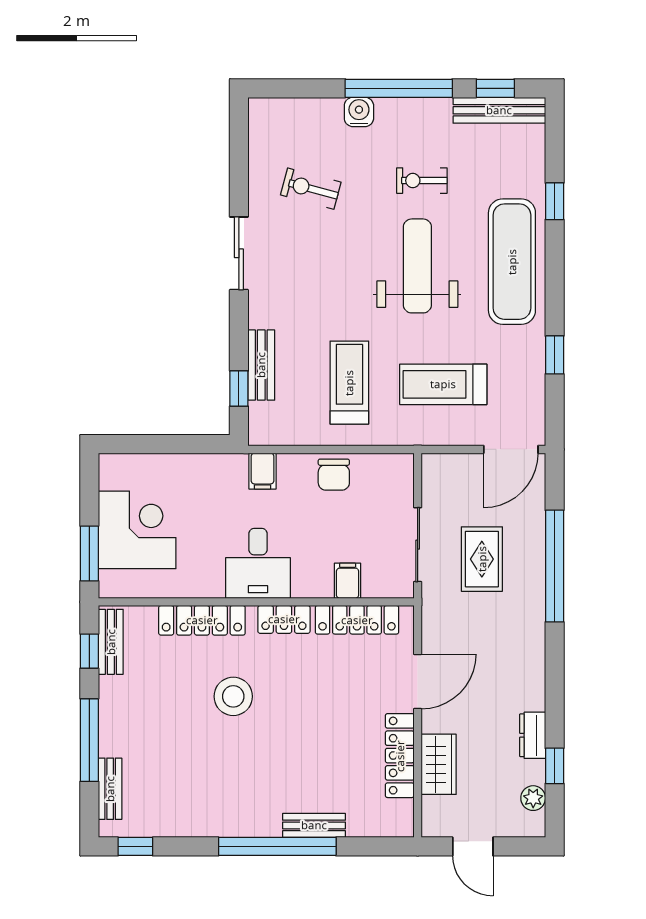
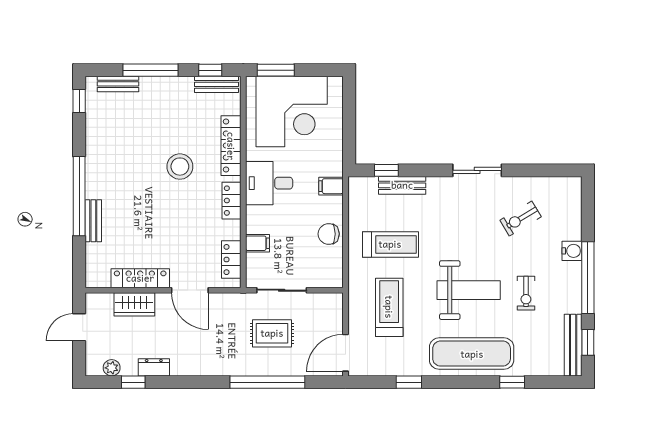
exercise bike: (422, 181) -> (526, 293), turned 180
exercise bike: (311, 189) -> (521, 219), turned -136
door: (511, 449) -> (346, 353), hinge flipped
corner desk: (137, 530) -> (292, 111), width x1.36, depth x1.36
locker: (357, 620) -> (231, 260), width x0.66

